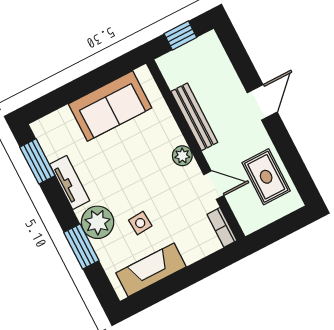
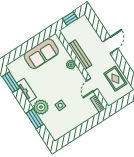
plant: (182, 156) -> (71, 65), moved
door: (214, 185) -> (92, 85), swing flipped
fireplace: (151, 270) -> (67, 126), removed

